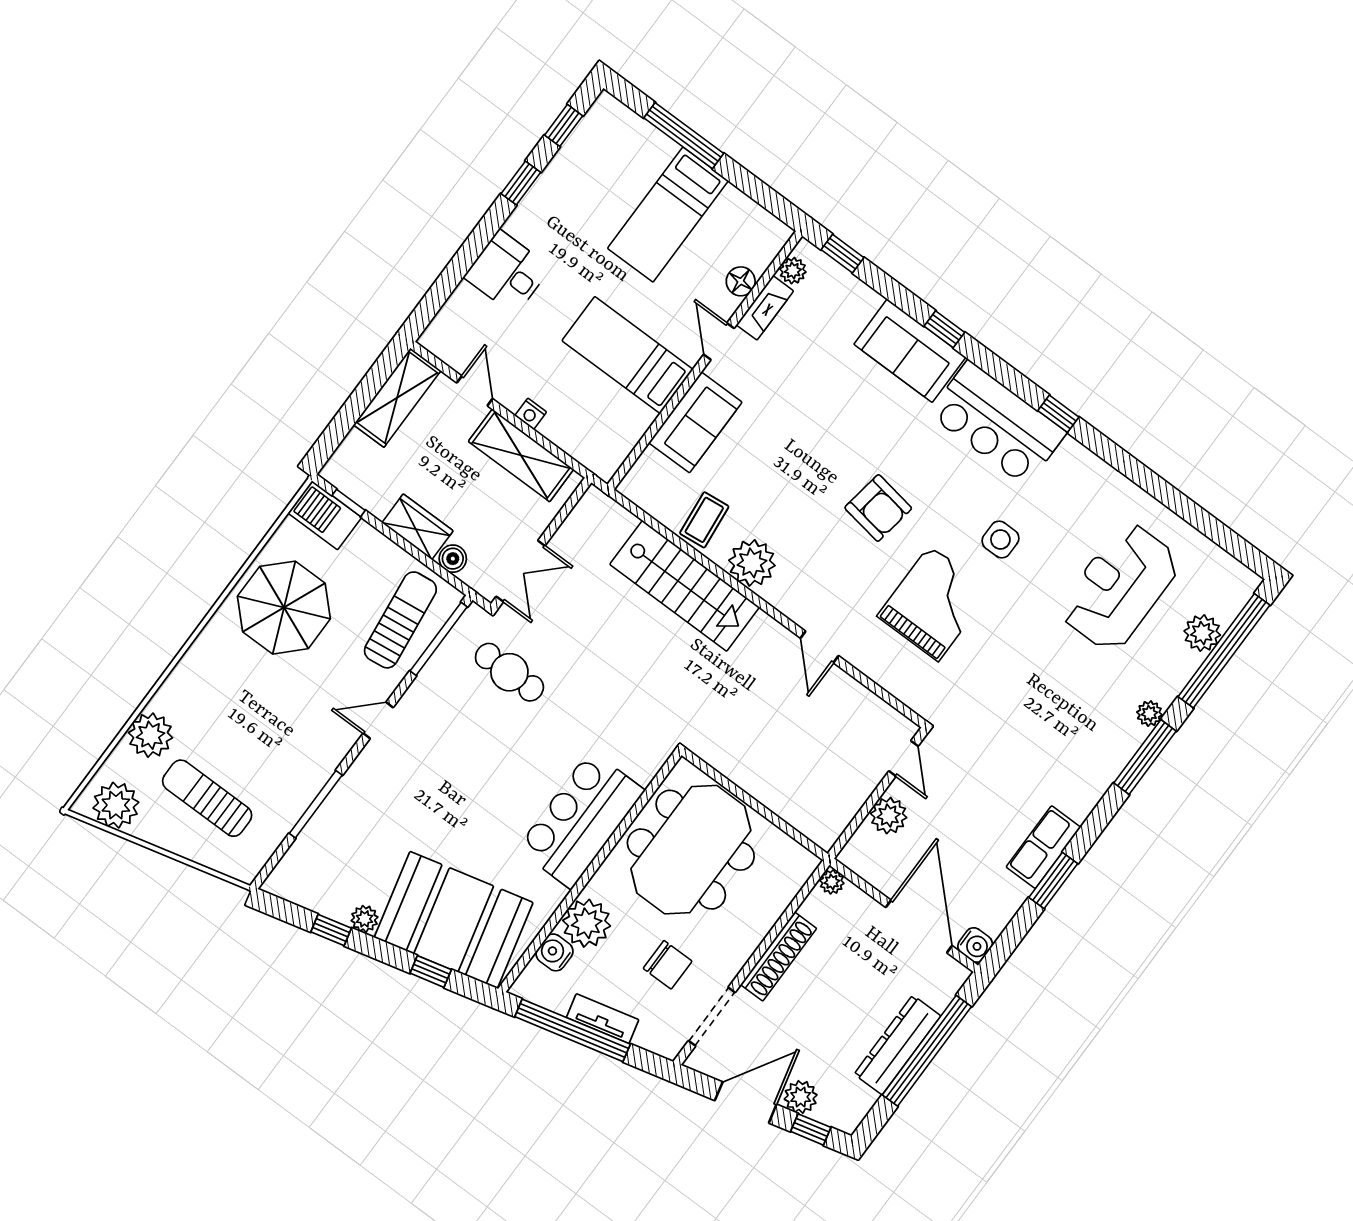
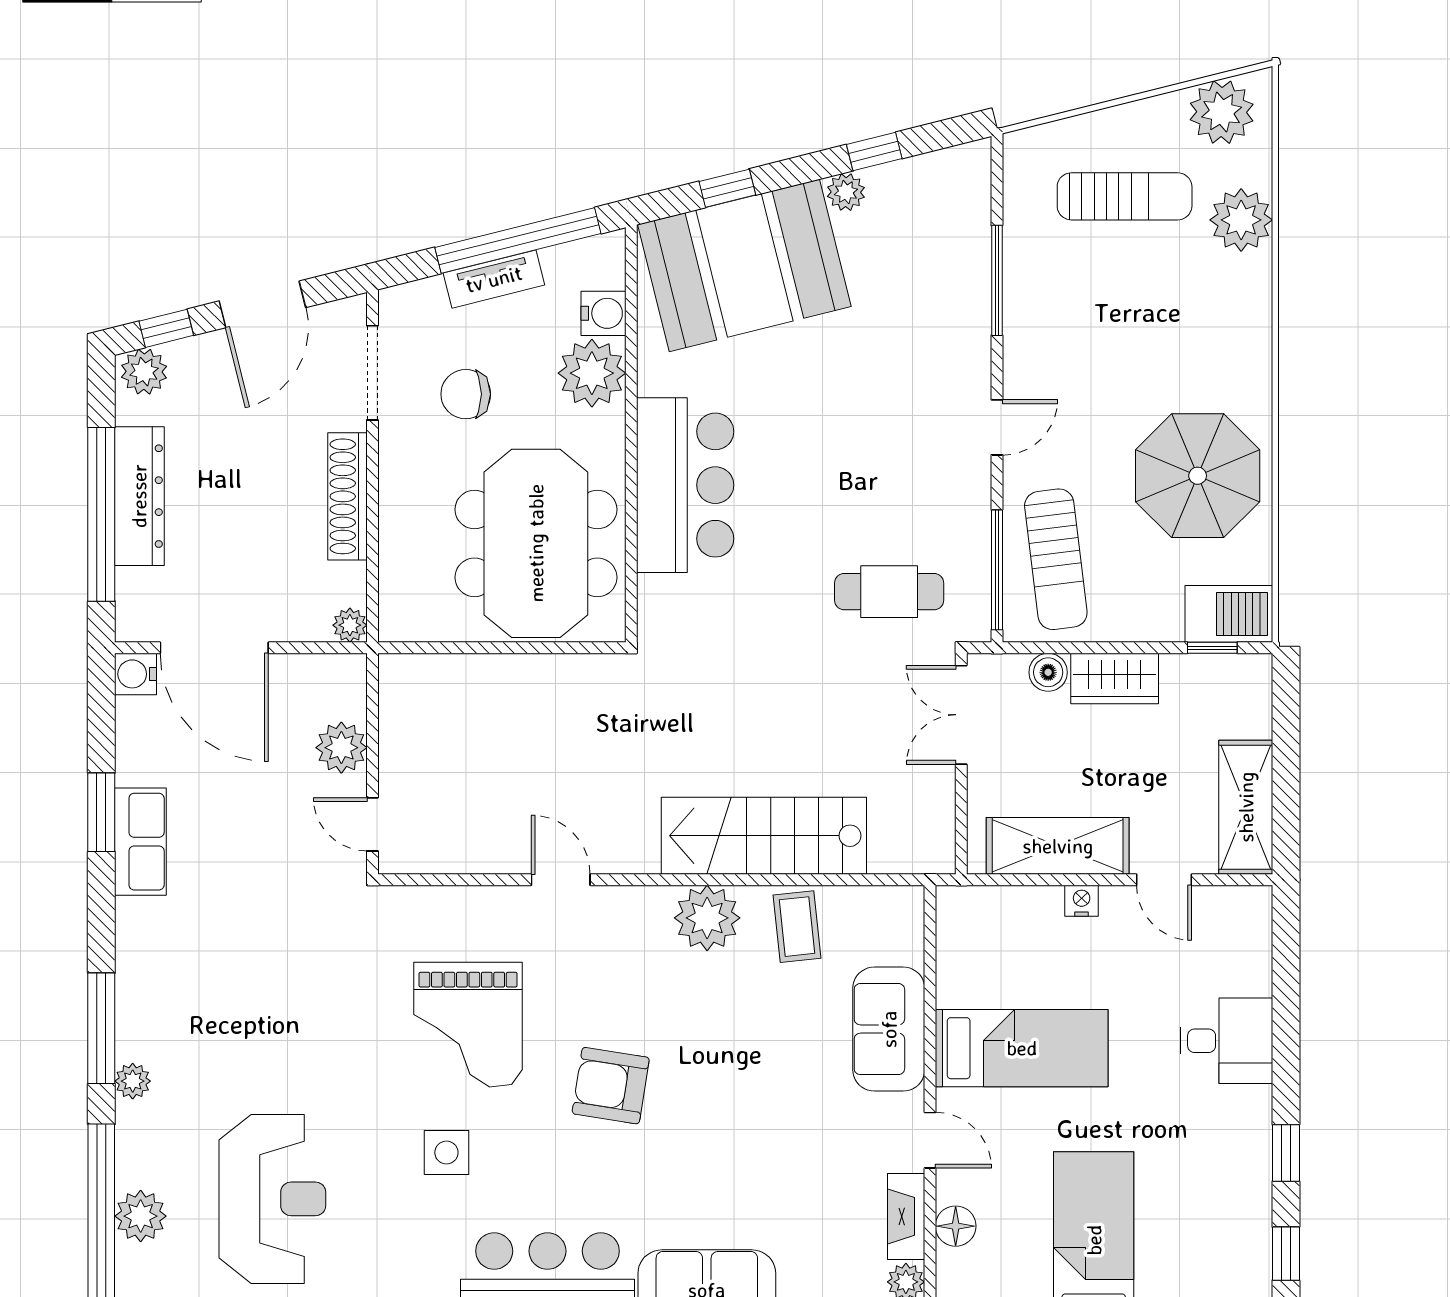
plant: (801, 1097) -> (144, 372), moved

